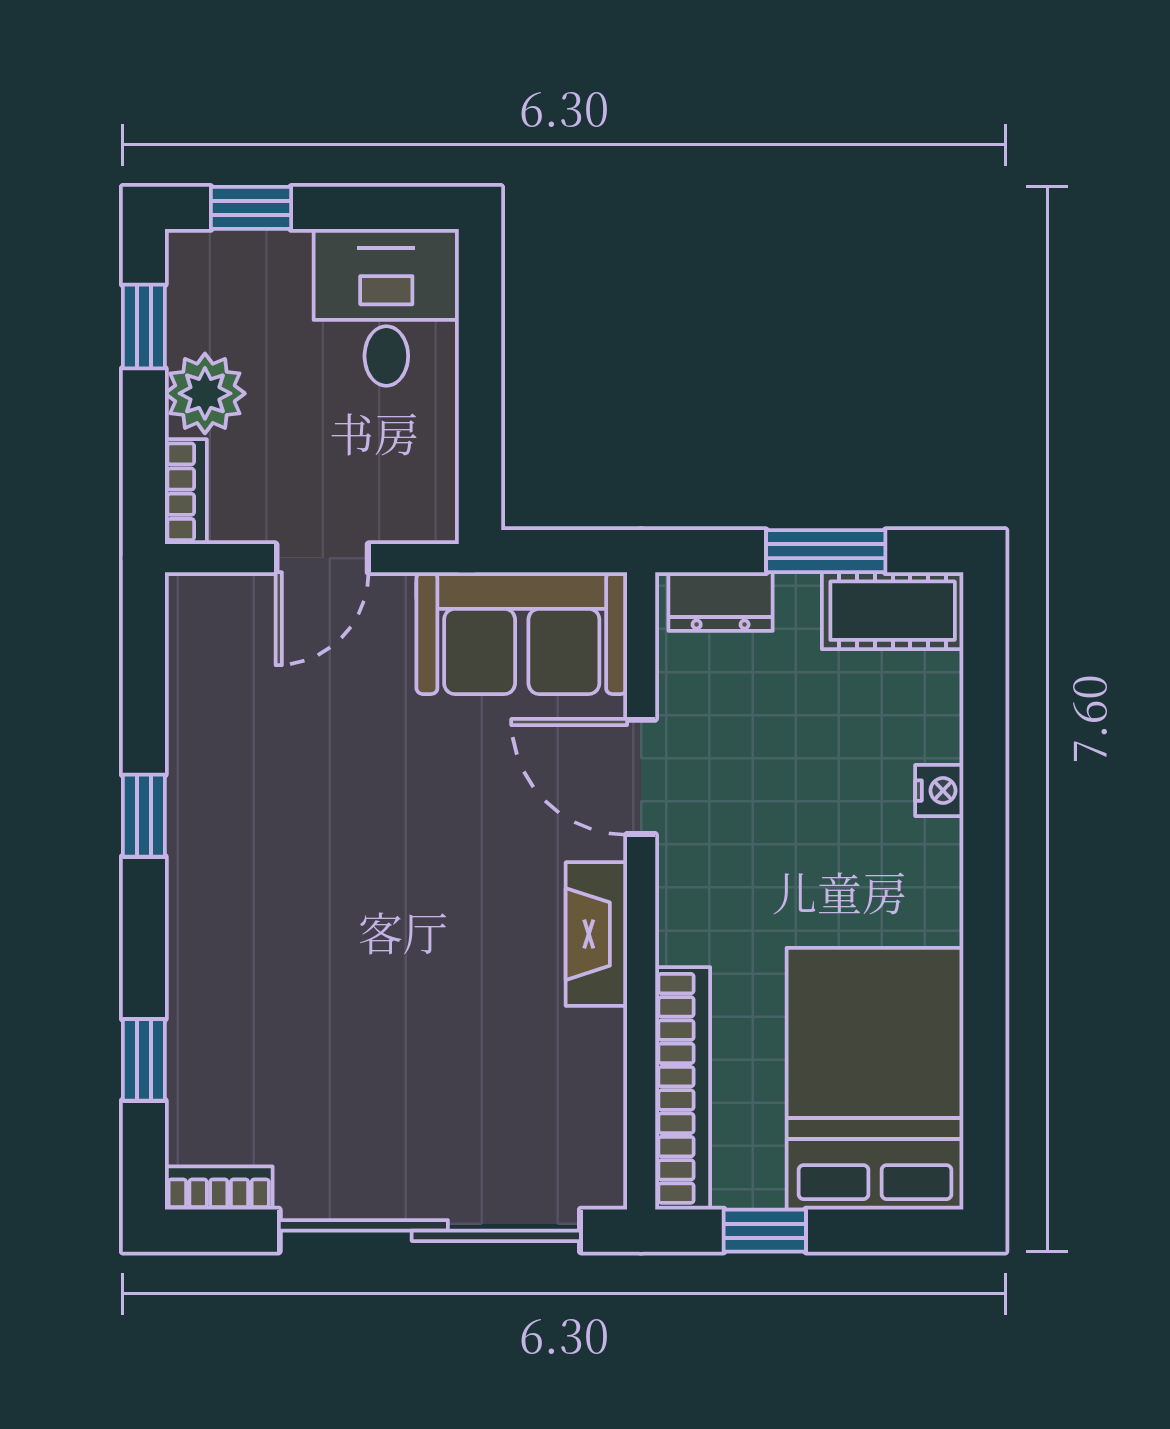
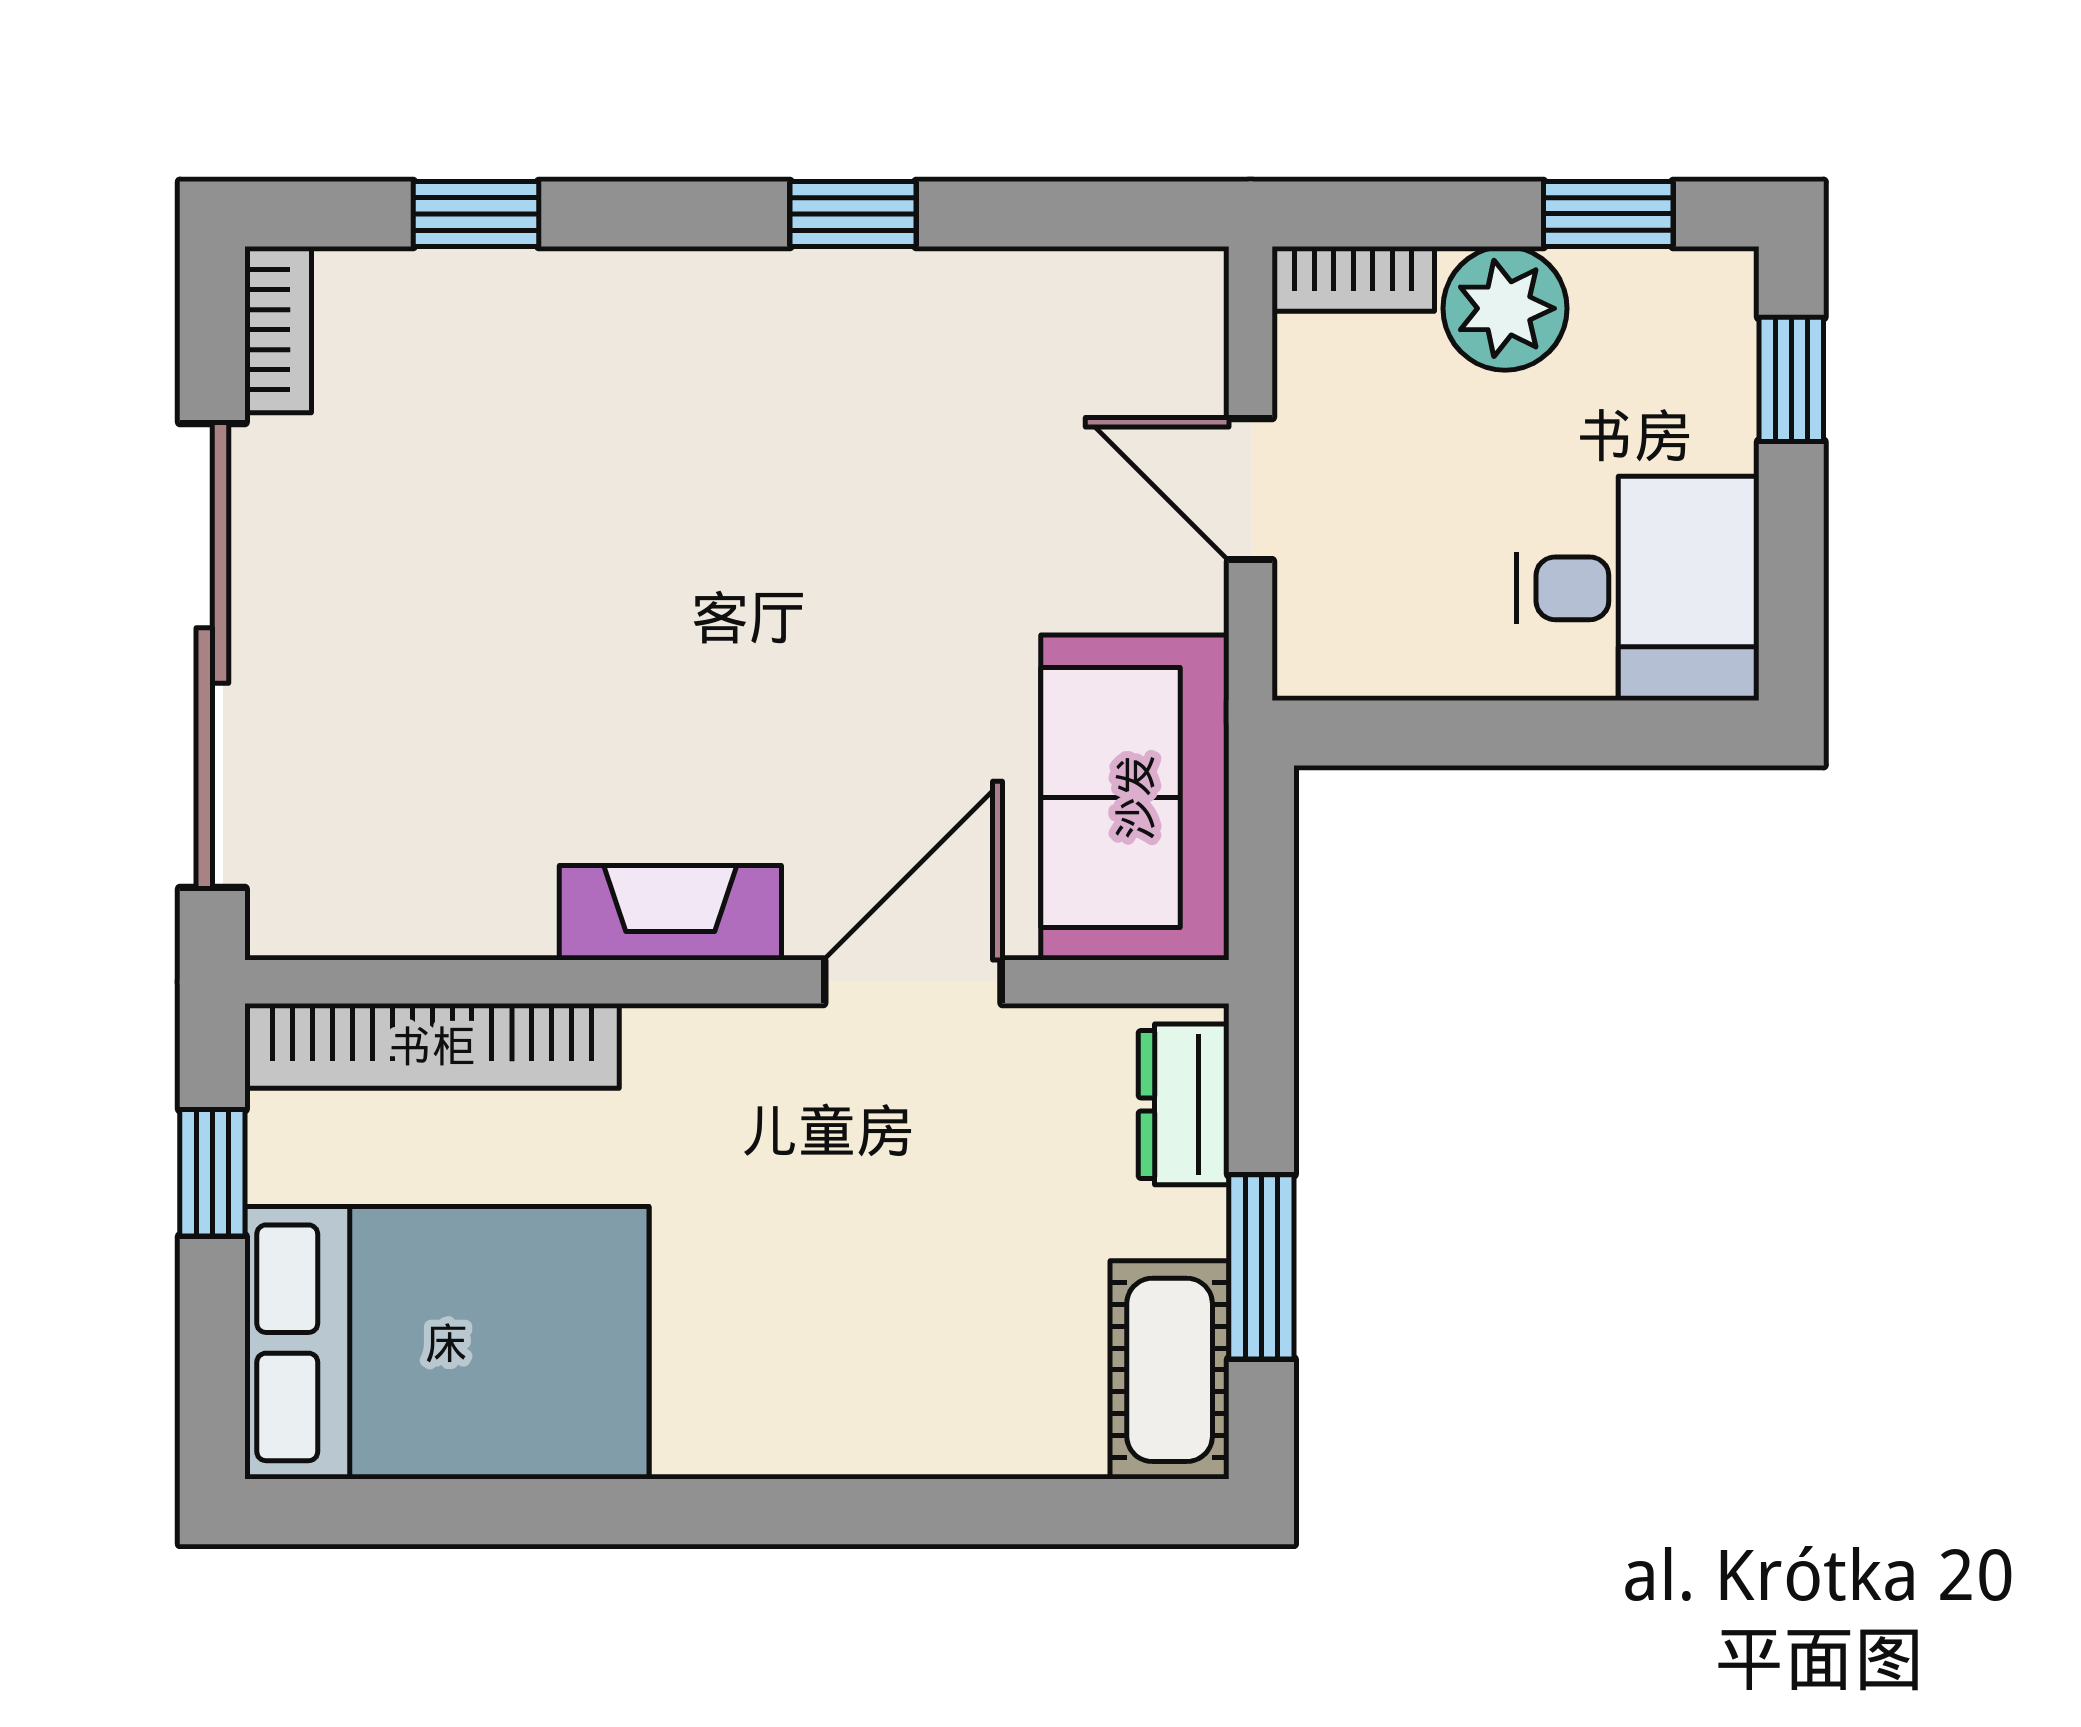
nightstand: (939, 791) -> (892, 1442), removed

